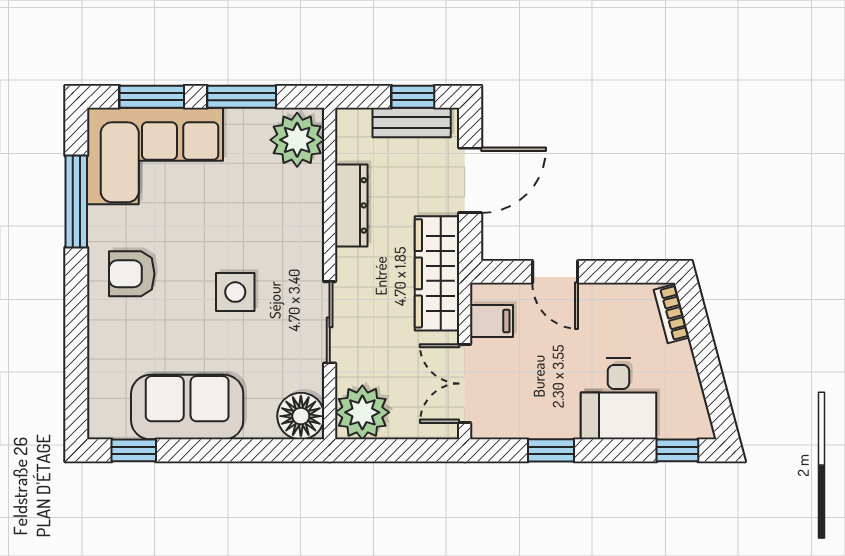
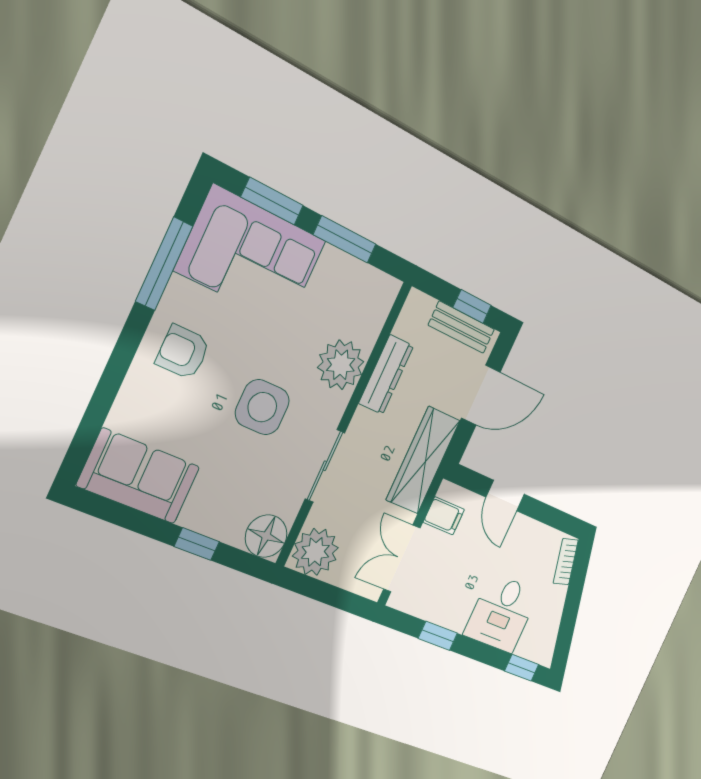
plant: (297, 140) -> (341, 365), moved
side table: (235, 292) -> (262, 407), width x1.37, depth x1.37
sofa: (187, 407) -> (138, 476), moved
window: (134, 450) -> (197, 544), moved

